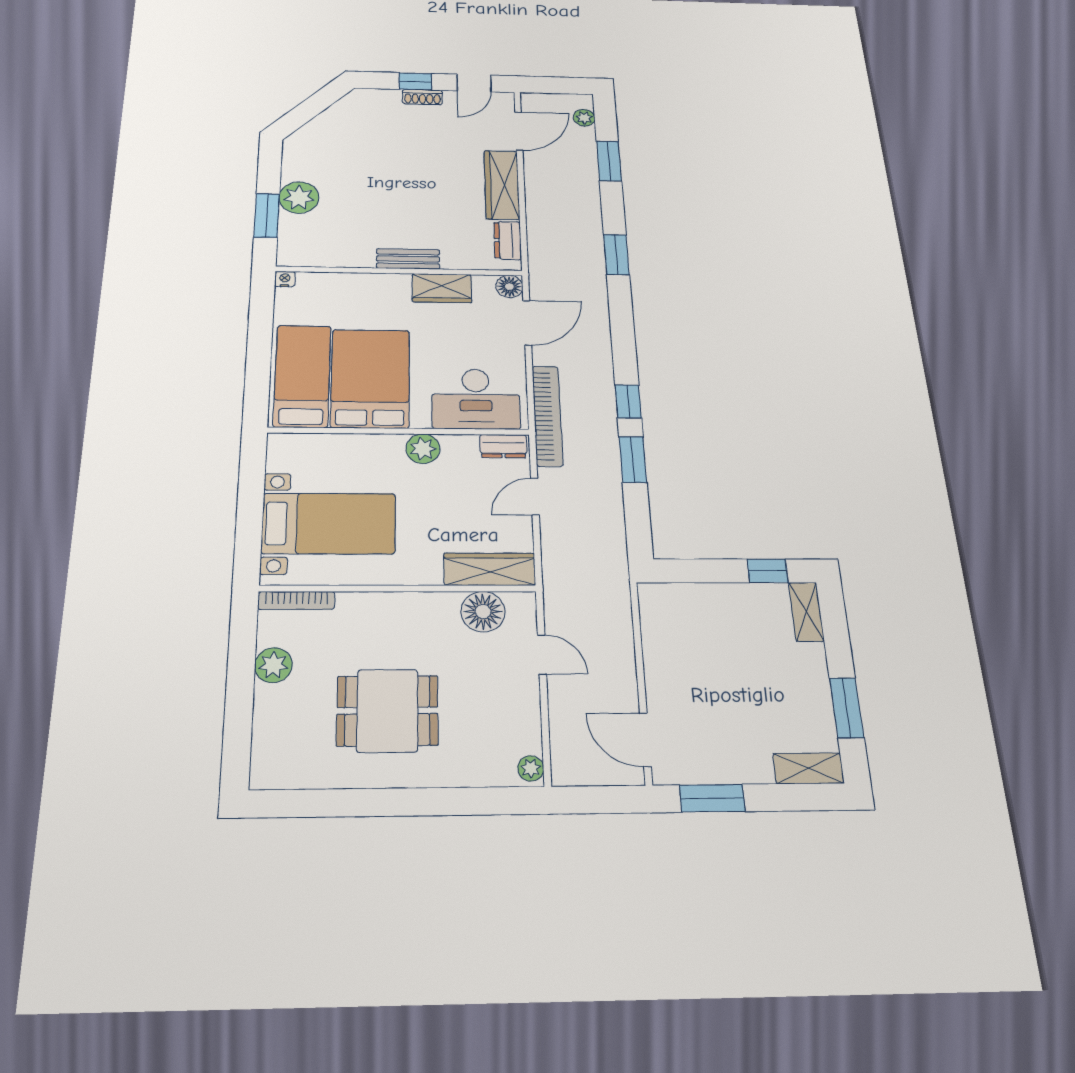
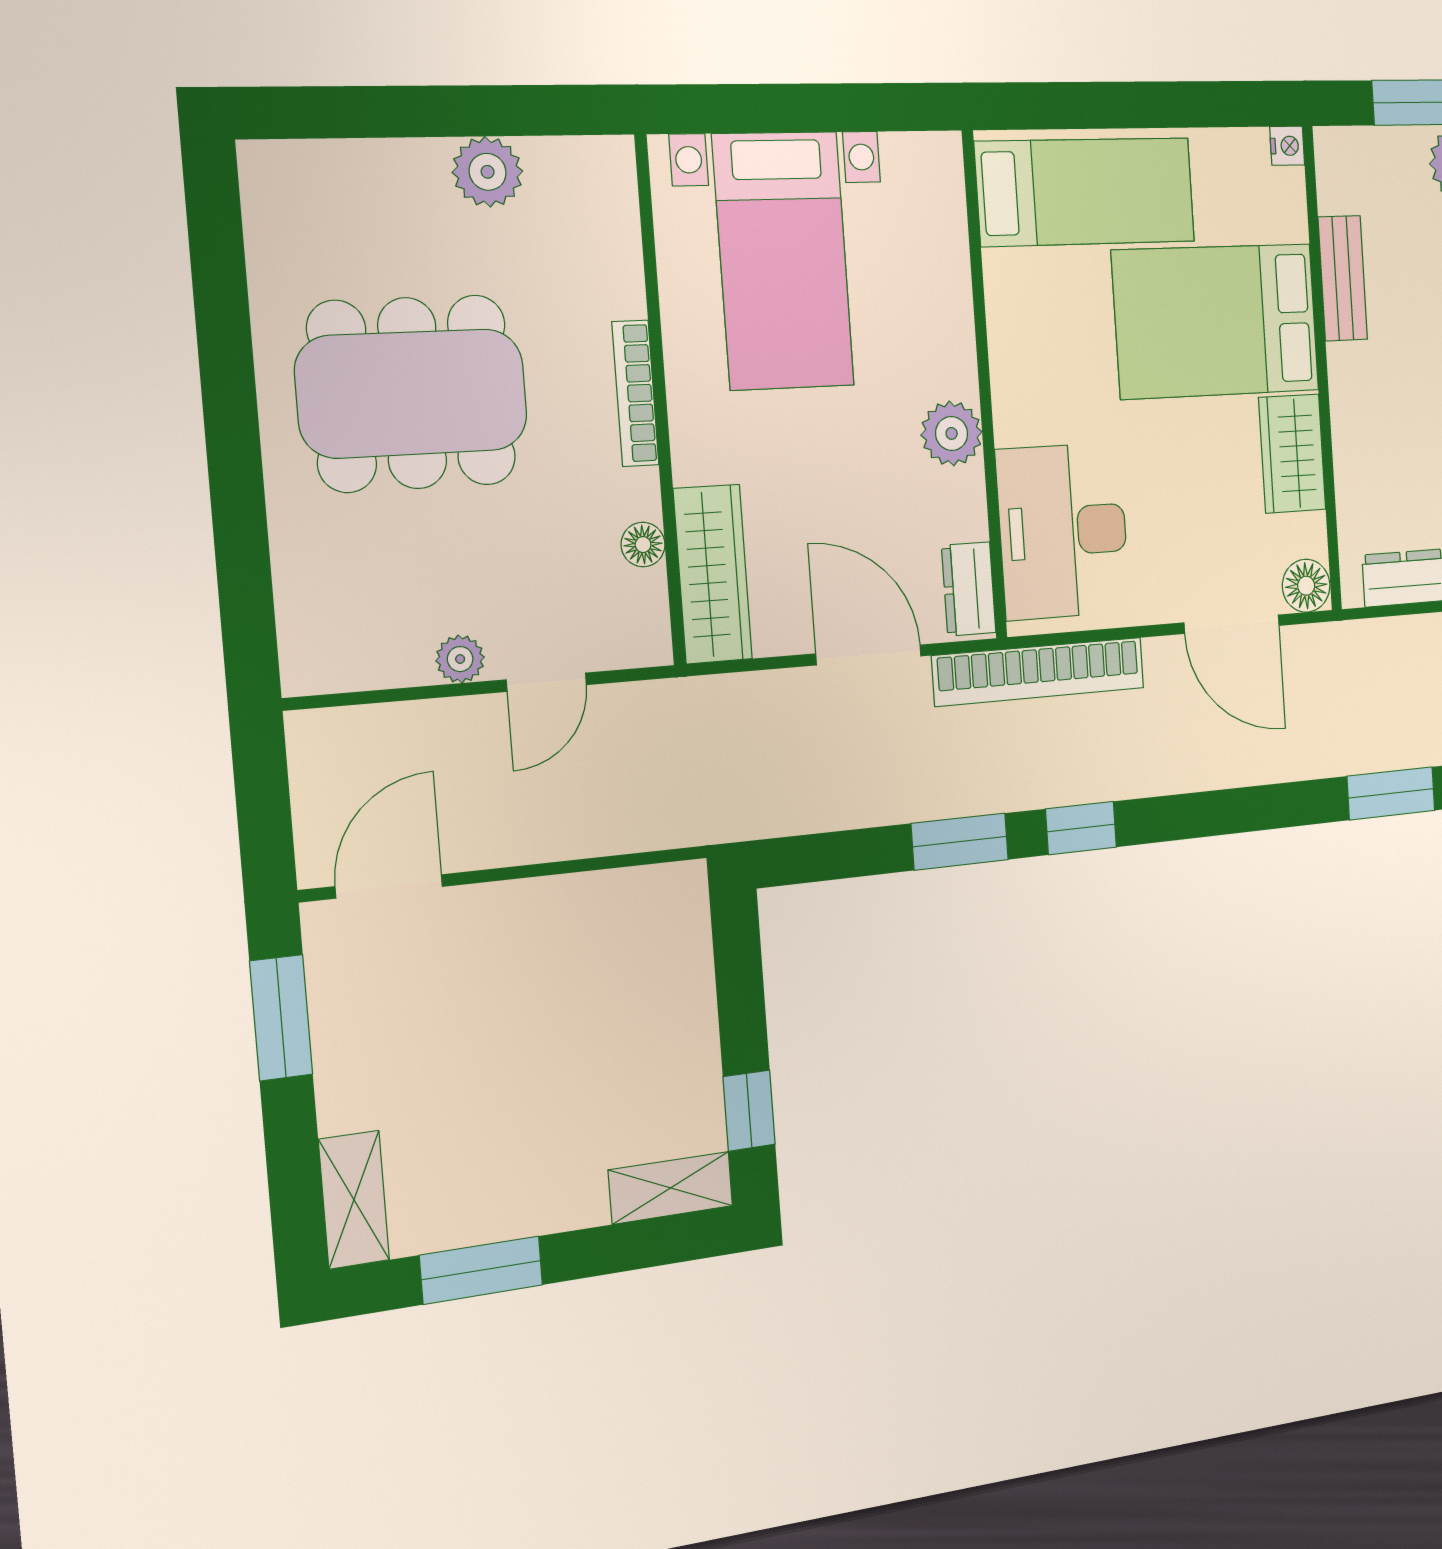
bench: (408, 259) -> (1343, 278), moved
bed: (370, 378) -> (1216, 321), moved, turned 180
door: (535, 497) -> (869, 655), width x1.38
bookcase: (296, 601) -> (635, 393), moved
floor lamp: (483, 612) -> (643, 545), width x0.53, depth x0.53
dining table: (387, 711) -> (412, 393), width x1.37
plant: (531, 768) -> (460, 659), moved

